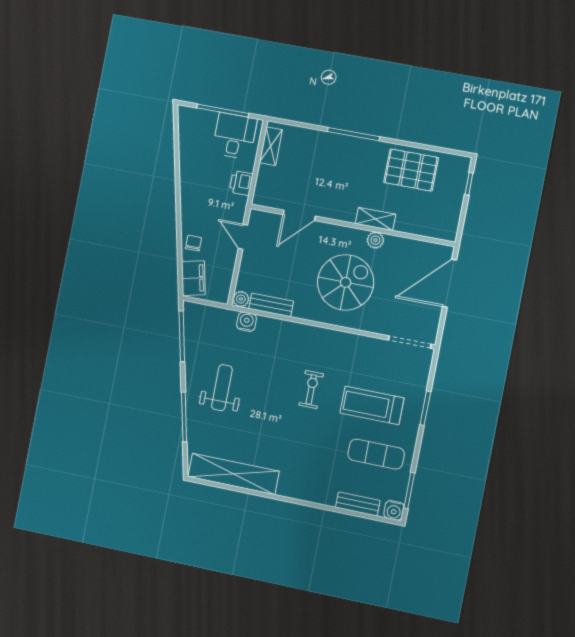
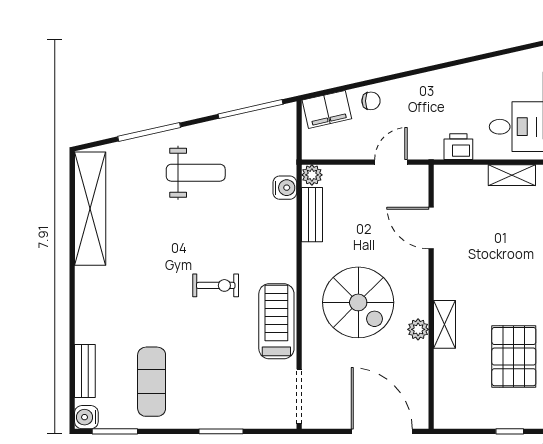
treadmill: (372, 405) -> (276, 321), moved

